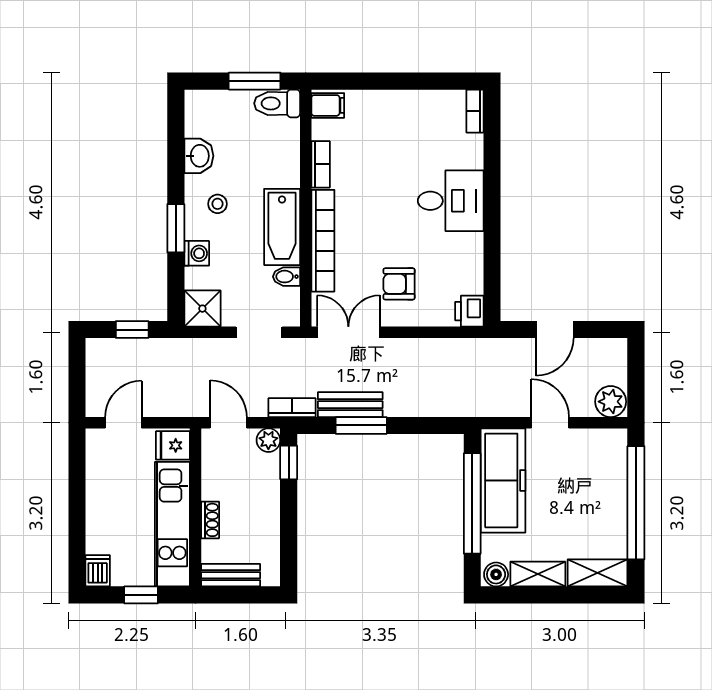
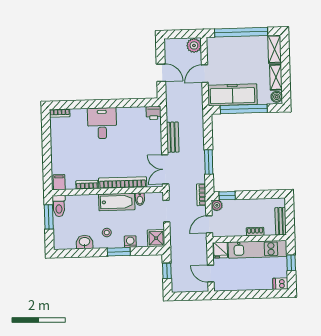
armchair: (399, 284) -> (142, 146), removed
bench: (350, 405) -> (173, 137), moved

